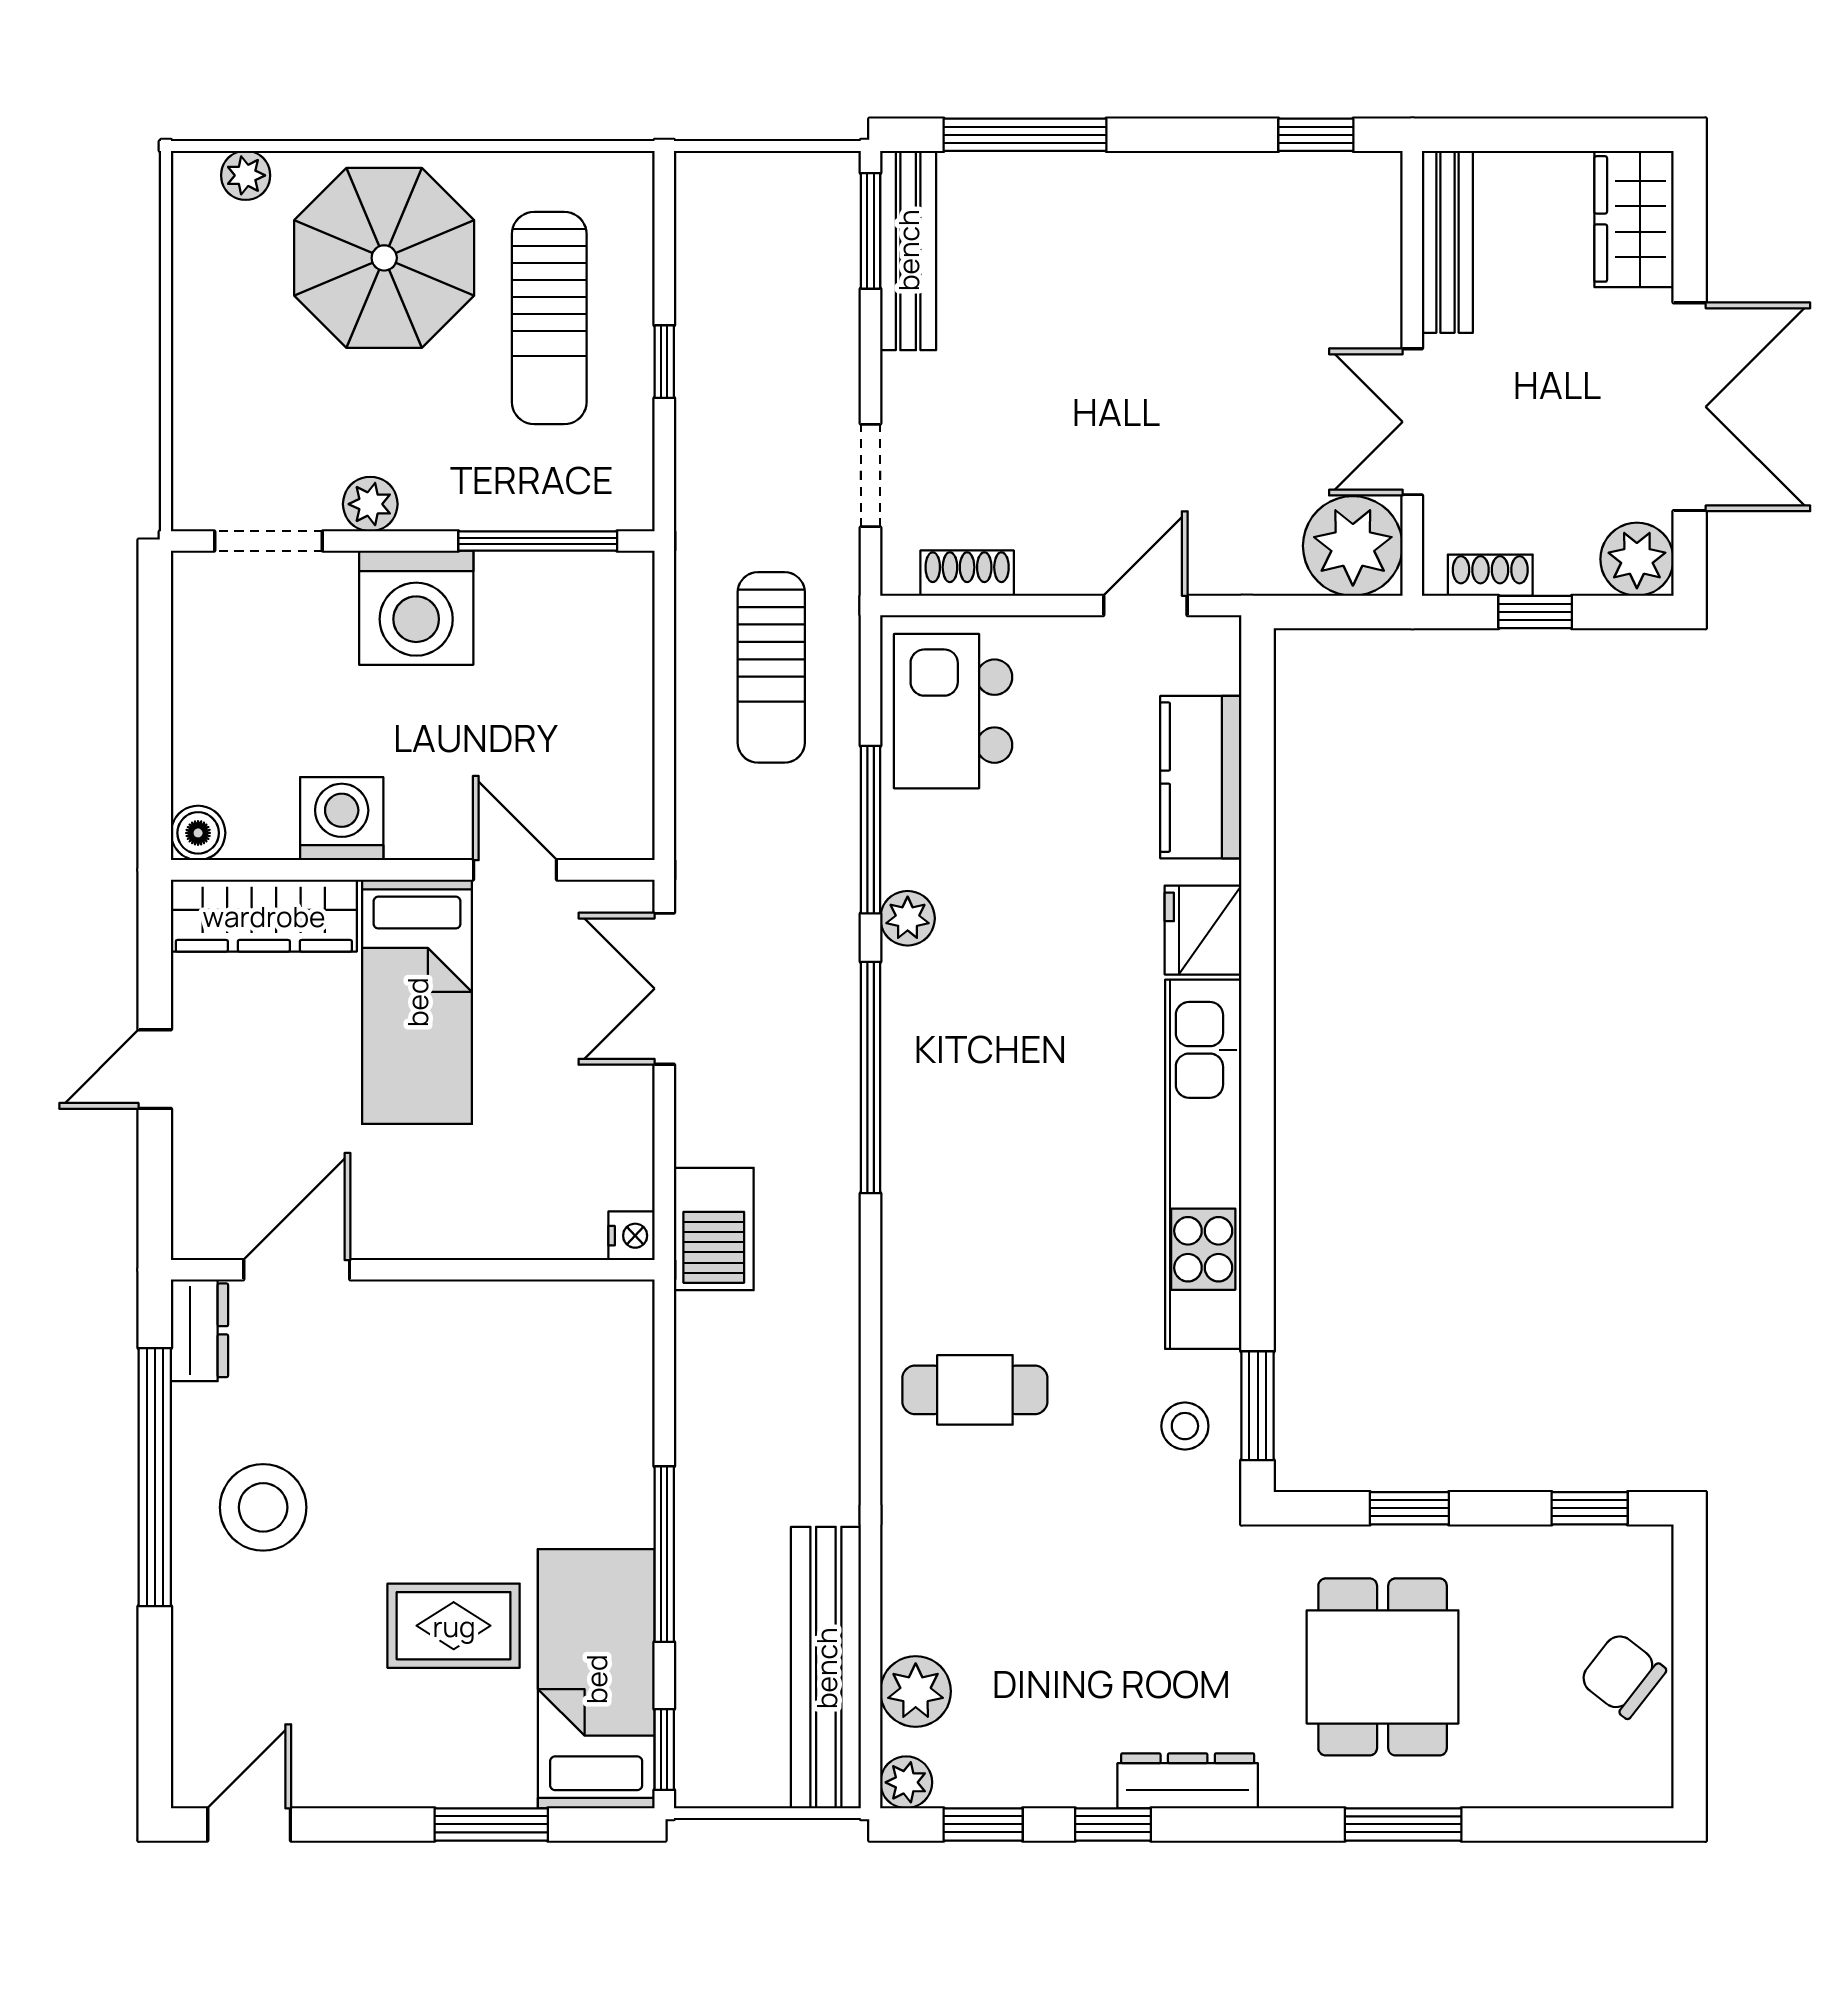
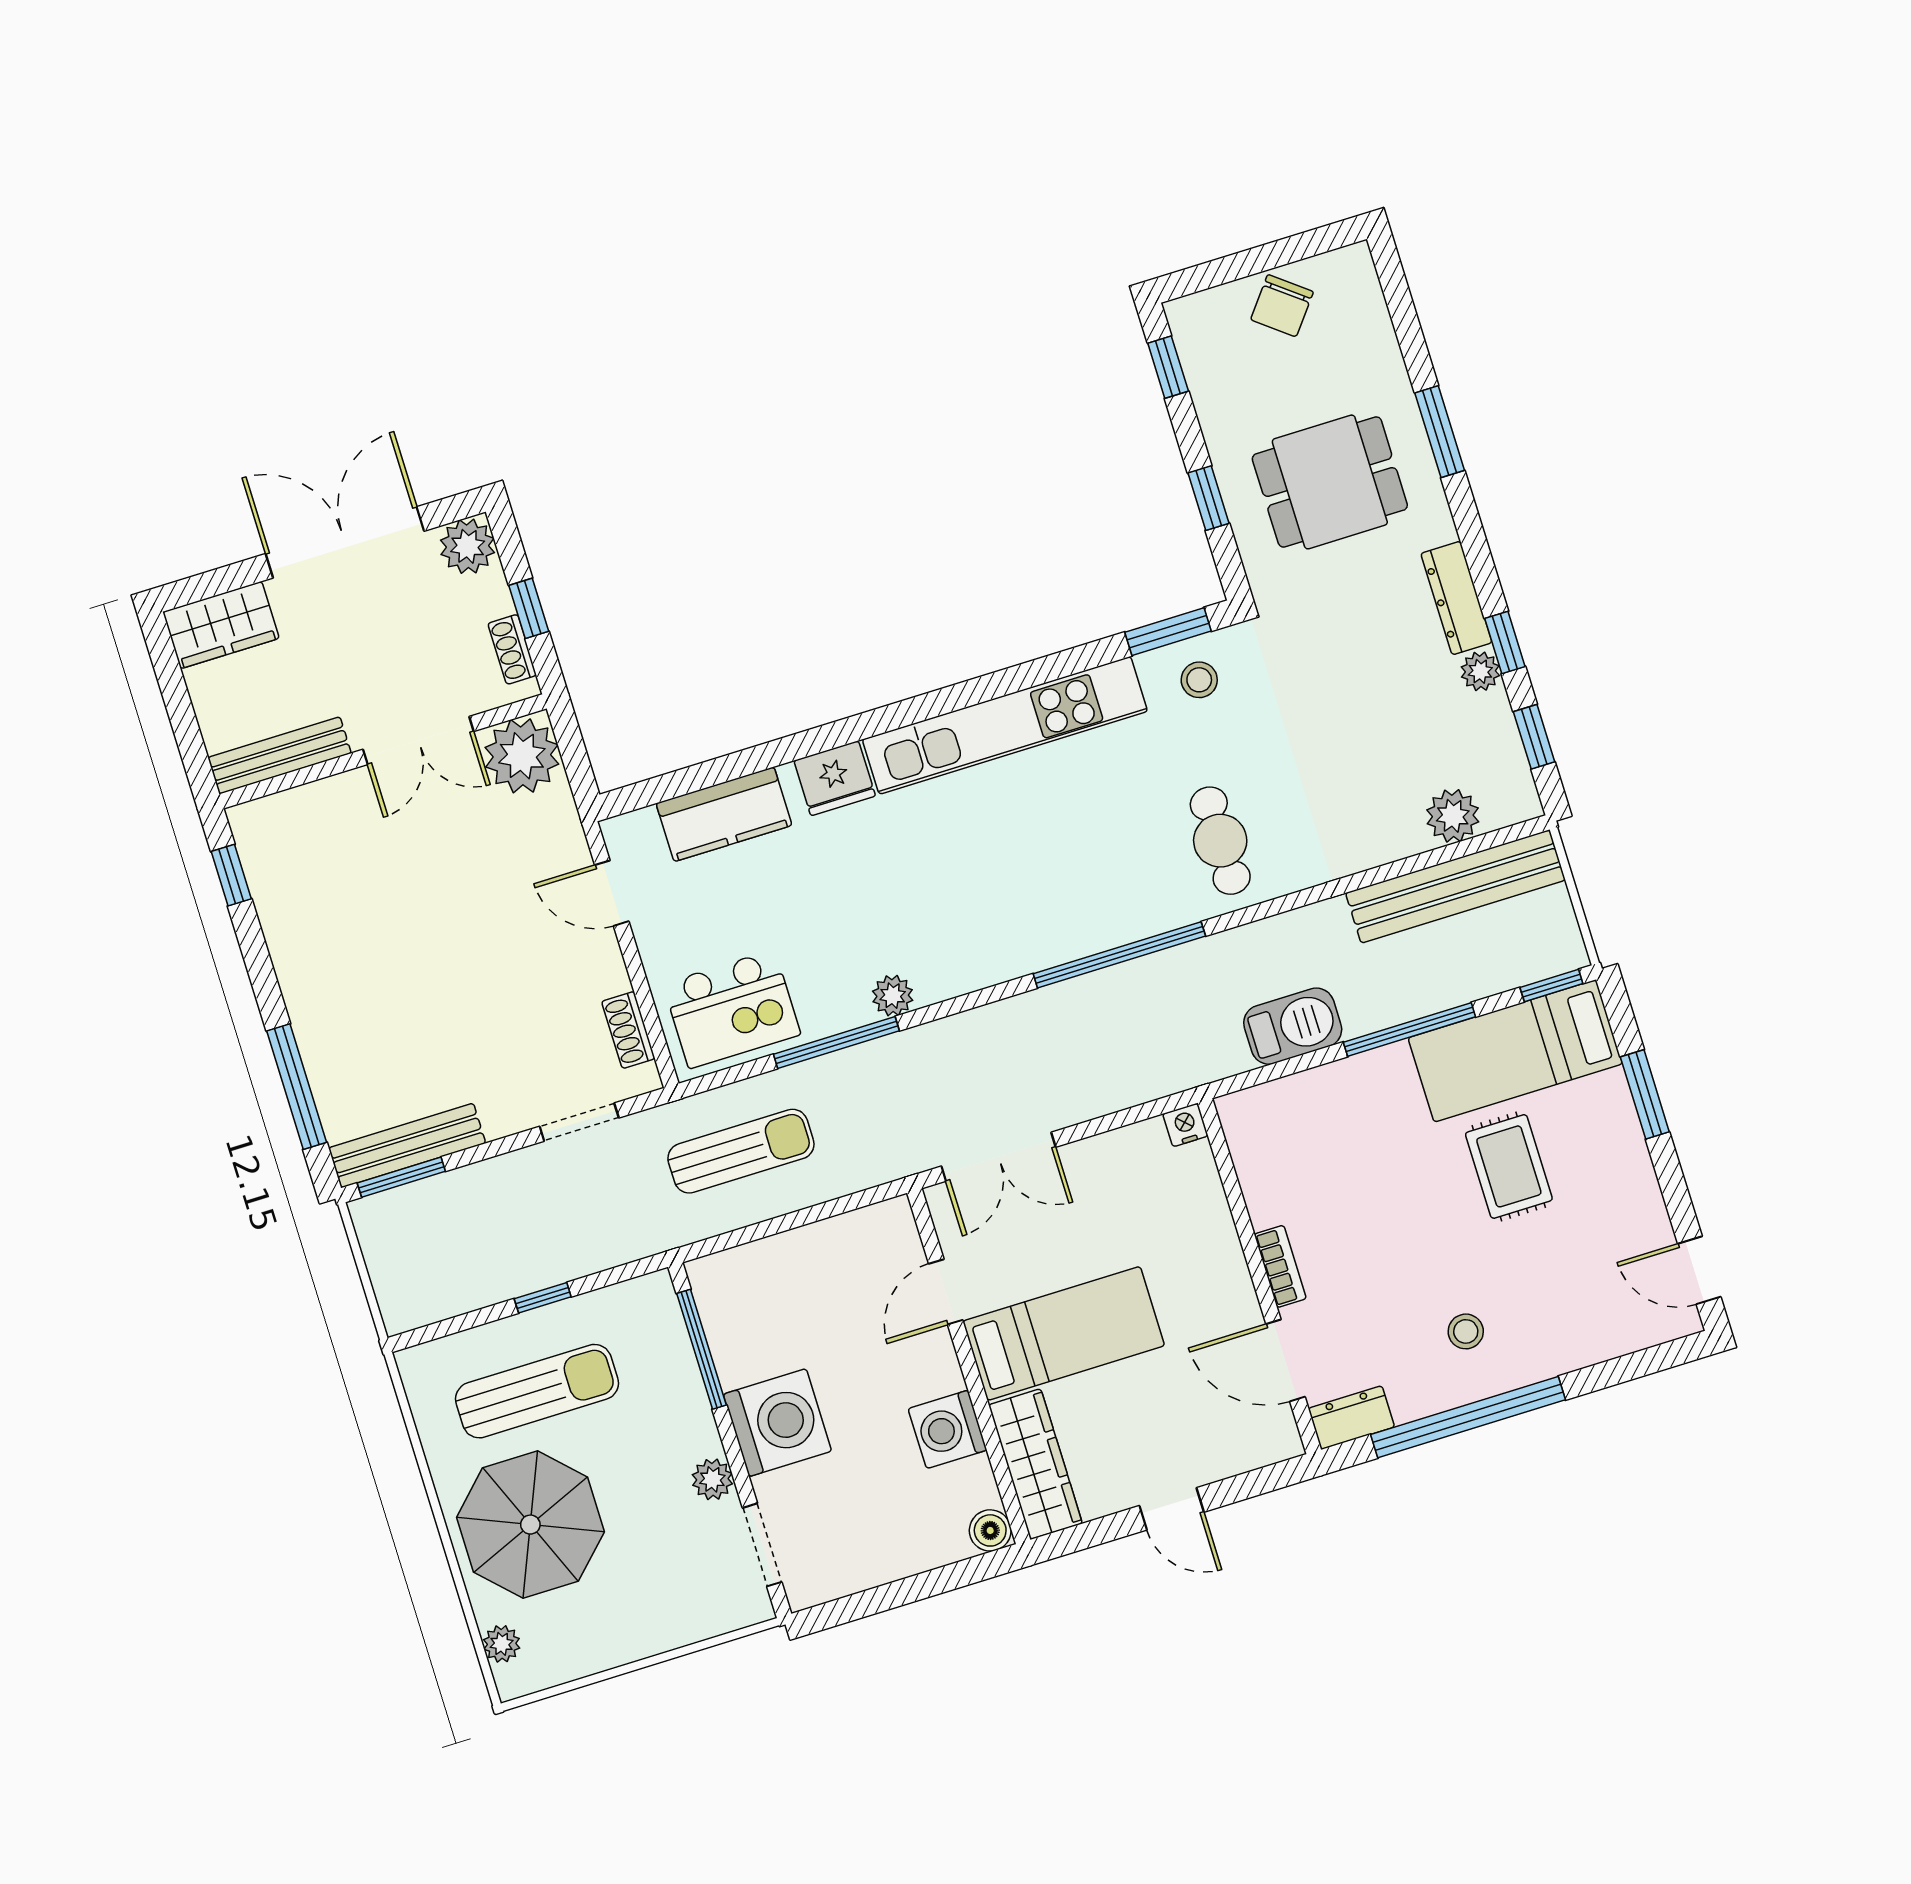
window: (871, 1078) -> (1119, 955), moved
barbecue: (714, 1229) -> (1293, 1026), moved
bookcase: (417, 1300) -> (1280, 1266), added
stool: (263, 1507) -> (1466, 1331), width x0.53, depth x0.53
plant: (906, 1782) -> (1480, 671), moved

